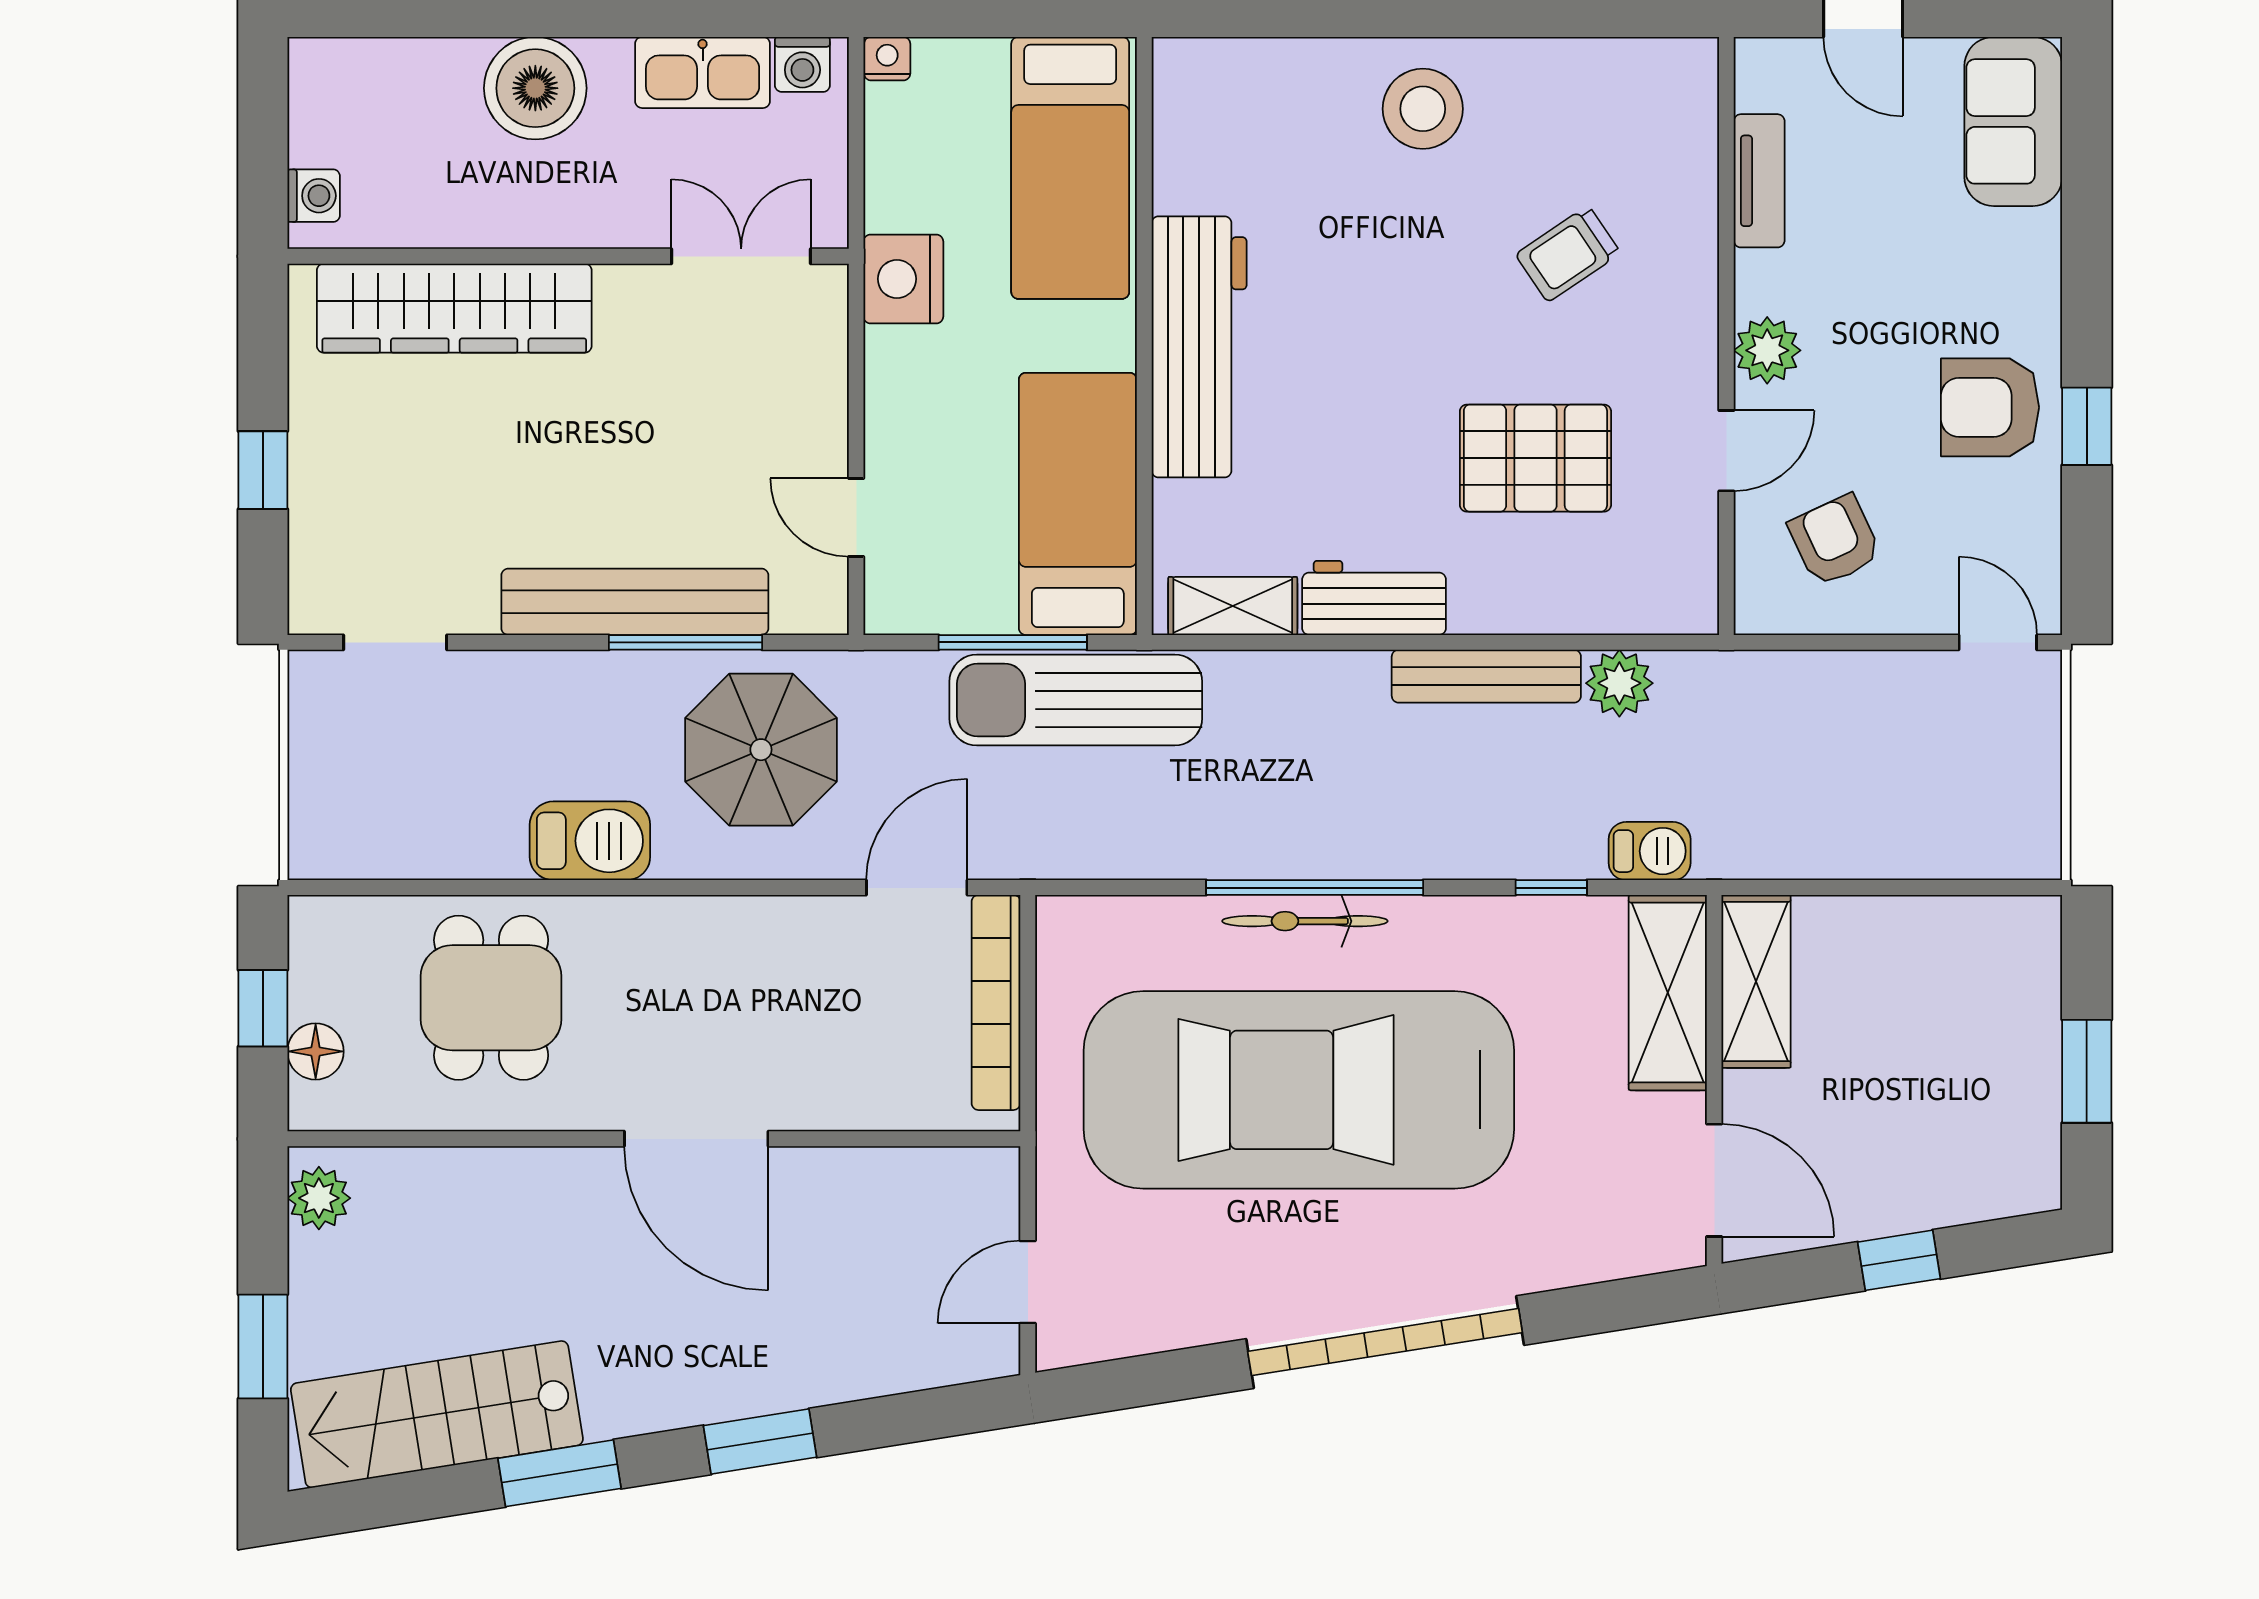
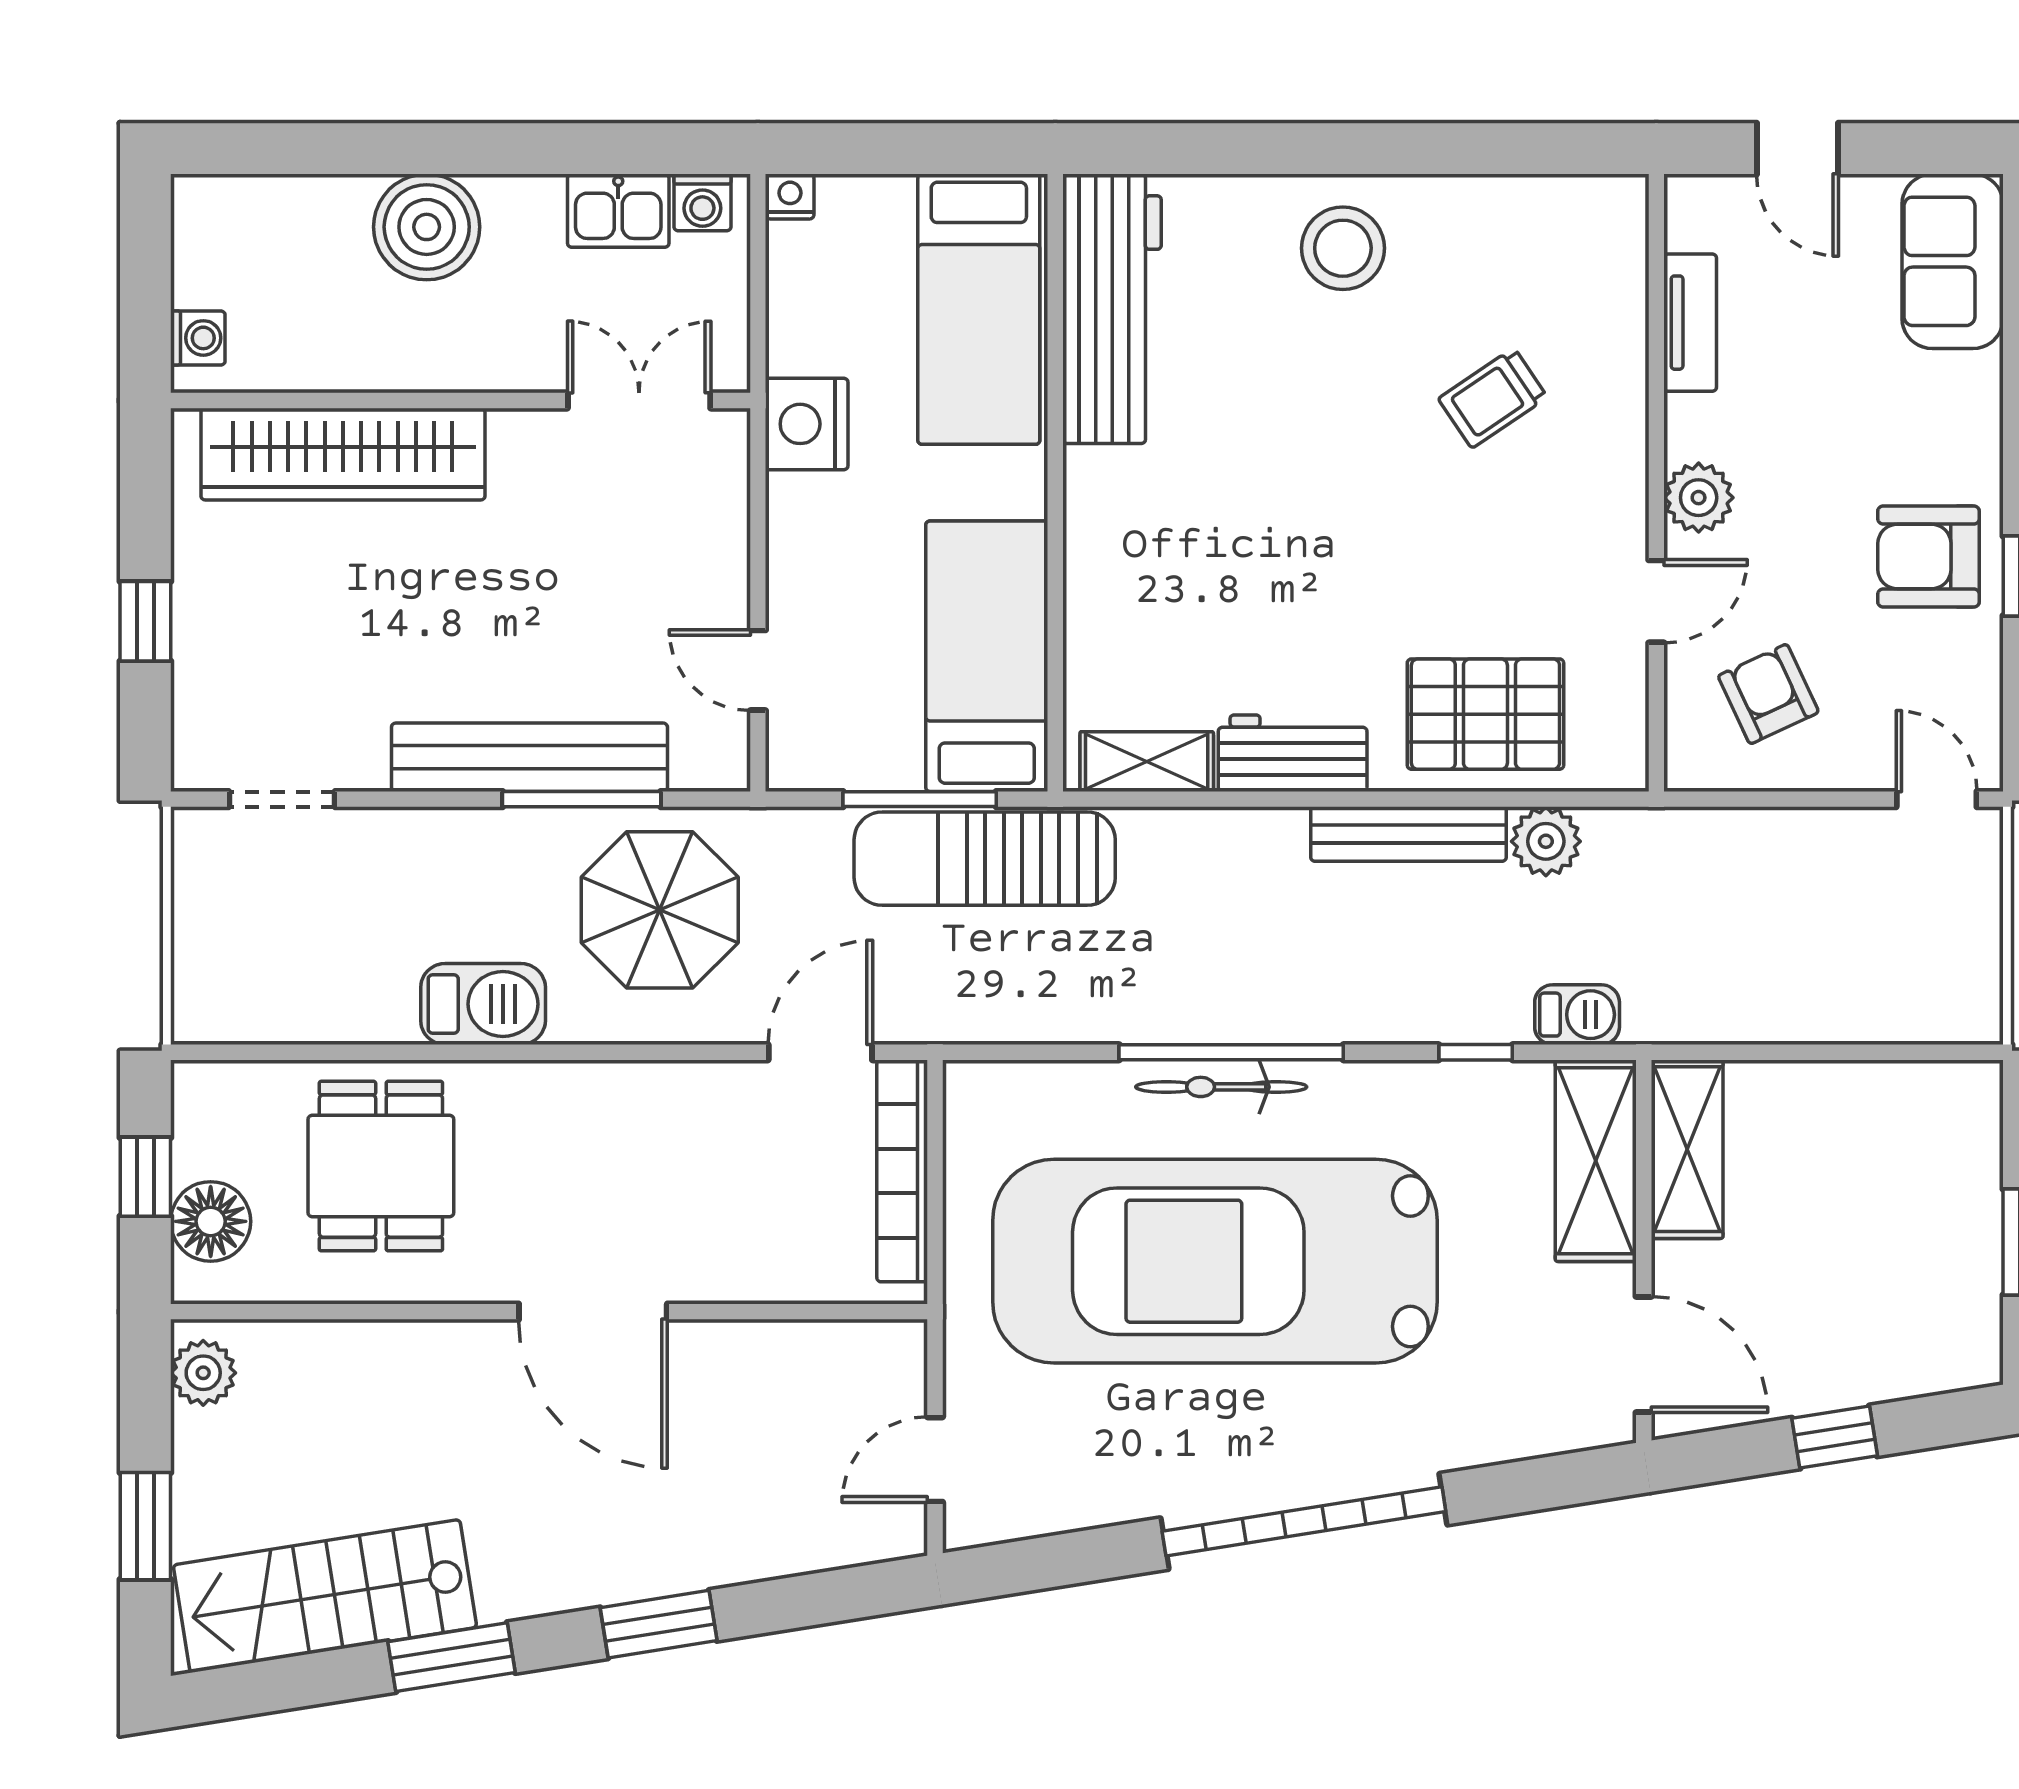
kitchen sink: (703, 72) -> (618, 211), width x0.73
workbench: (1199, 347) -> (1112, 309), moved
pallet: (1535, 458) -> (1485, 714), moved
floor lamp: (316, 1051) -> (211, 1221), width x1.38, depth x1.38

